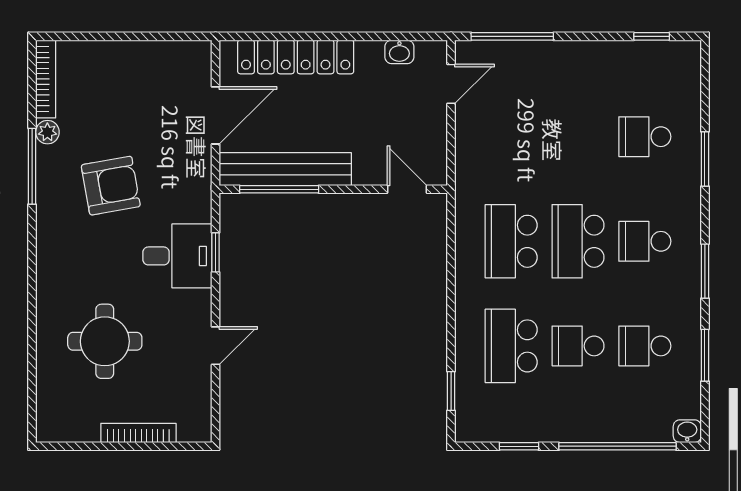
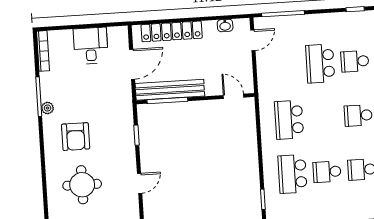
plant: (47, 132) -> (47, 108), moved
armchair: (111, 186) -> (76, 137), moved, turned 100
school desk: (578, 241) -> (320, 63), moved
desk: (177, 256) -> (91, 46), moved, turned -90

